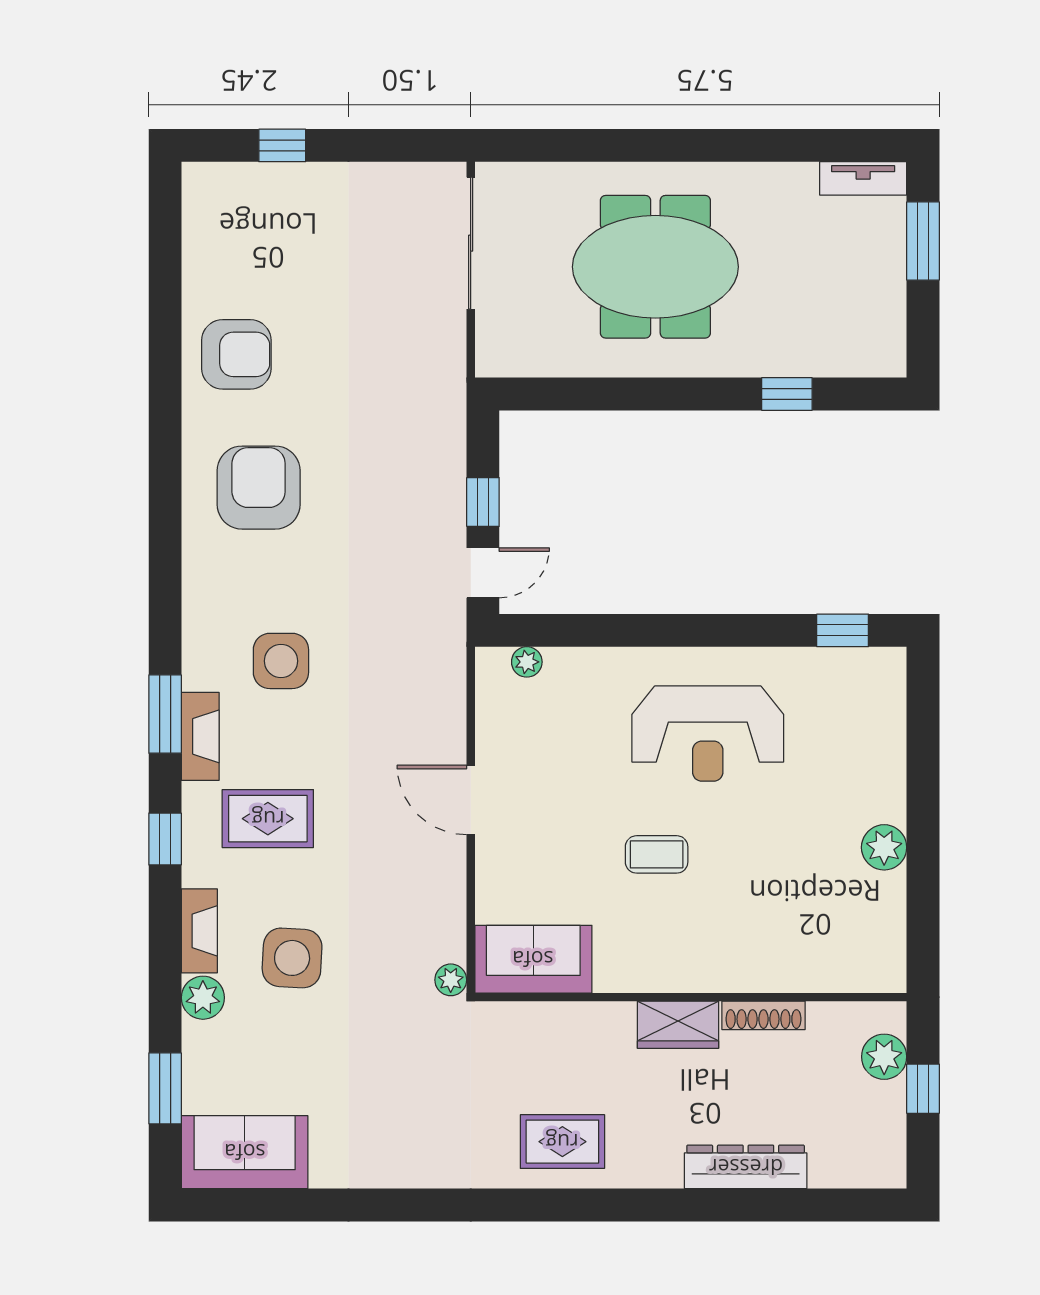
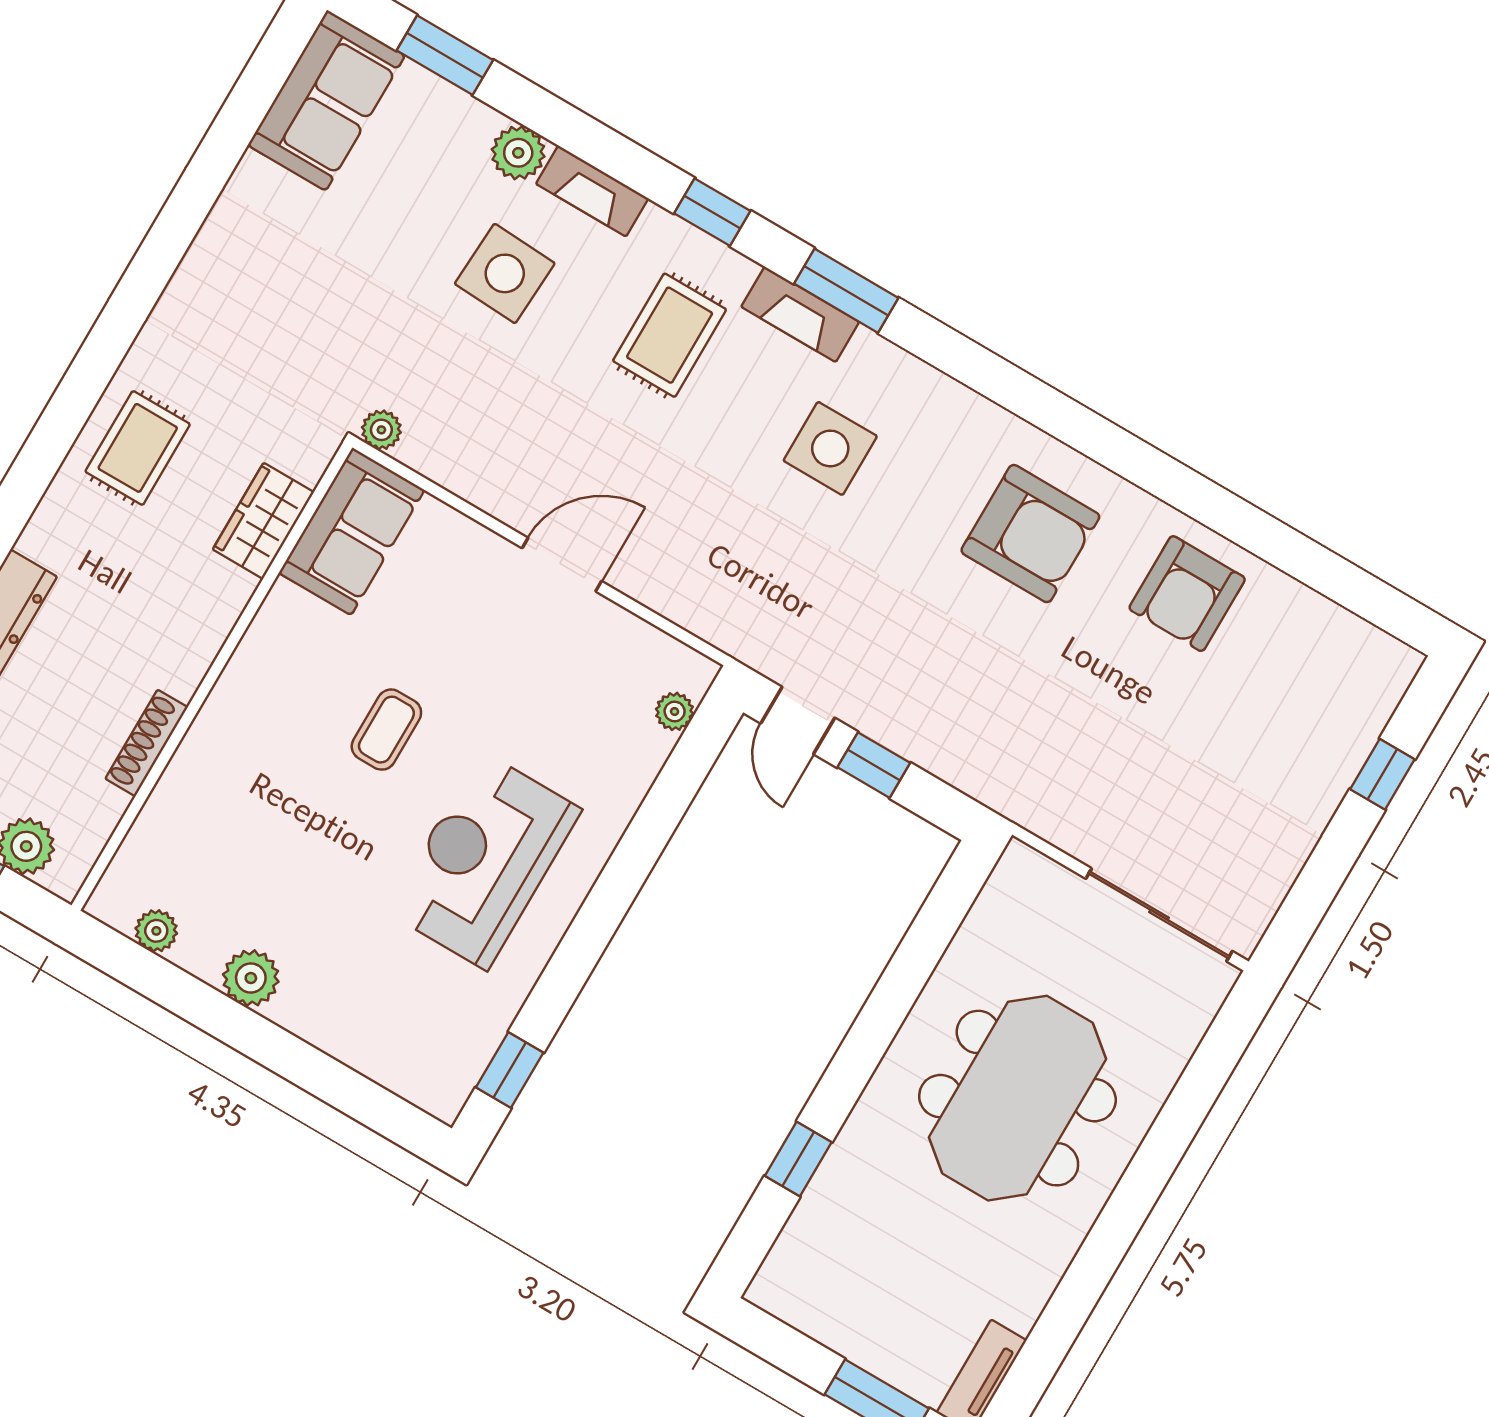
plant: (890, 932) -> (156, 931), added
wardrobe: (678, 1025) -> (263, 521), moved

